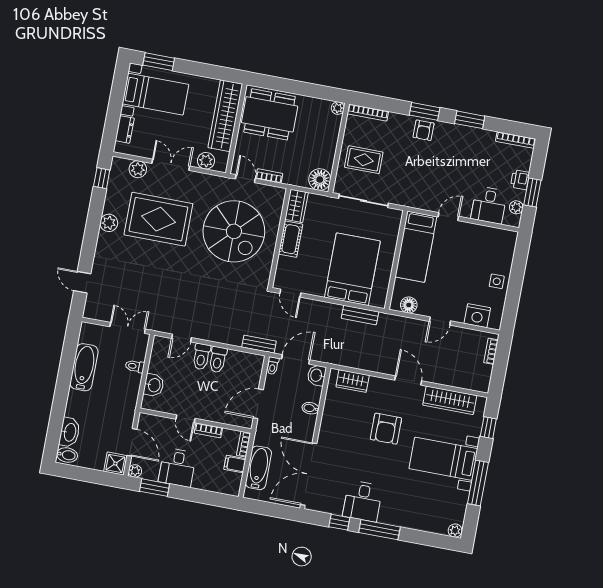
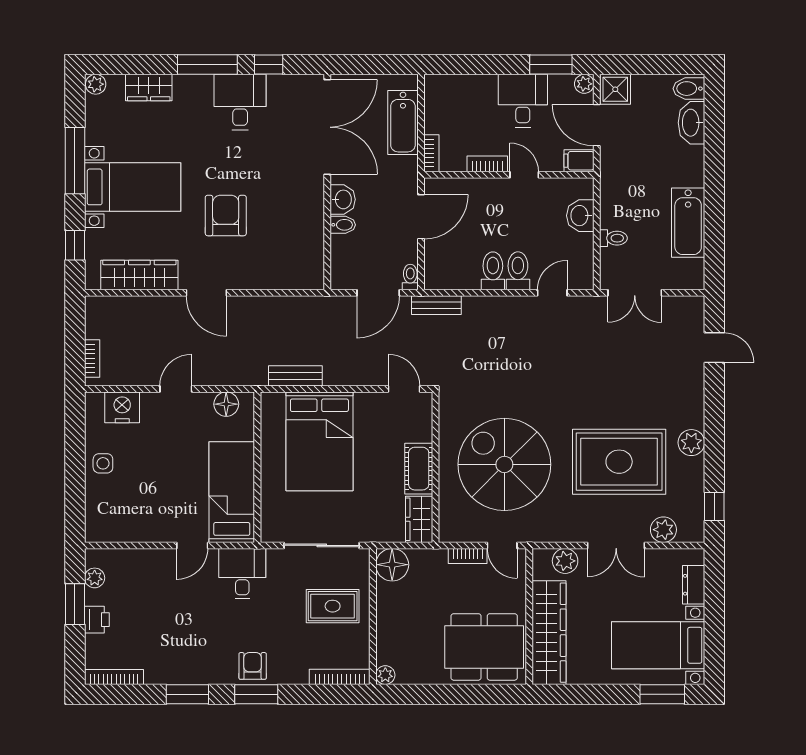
desk: (489, 205) -> (242, 574), moved
washbasin: (317, 375) -> (343, 199), moved
wardrobe: (353, 381) -> (149, 88), moved, turned 180
filing cabinet: (235, 464) -> (579, 161), moved, turned 180

